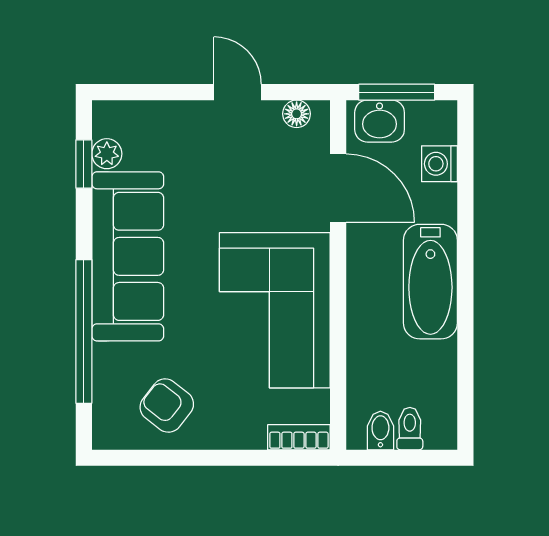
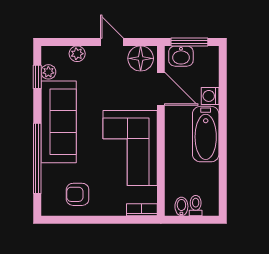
floor lamp: (297, 114) -> (141, 58), width x1.89, depth x1.89
plant: (166, 116) -> (77, 54), added
washing machine: (440, 164) -> (210, 96), moved
armchair: (167, 406) -> (78, 194), turned -38

